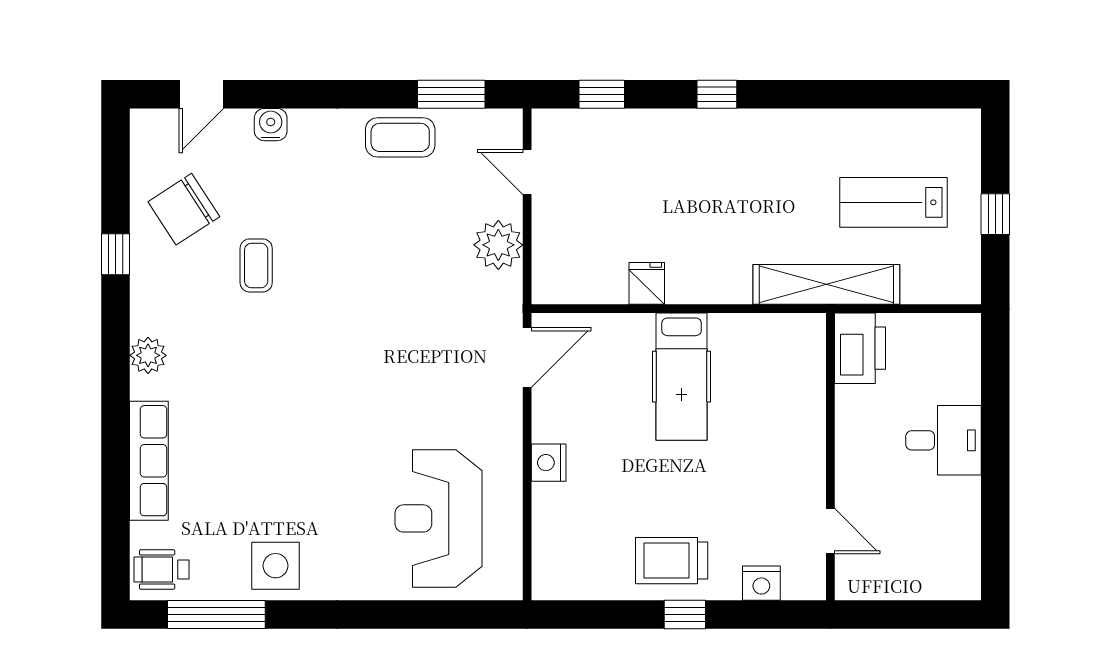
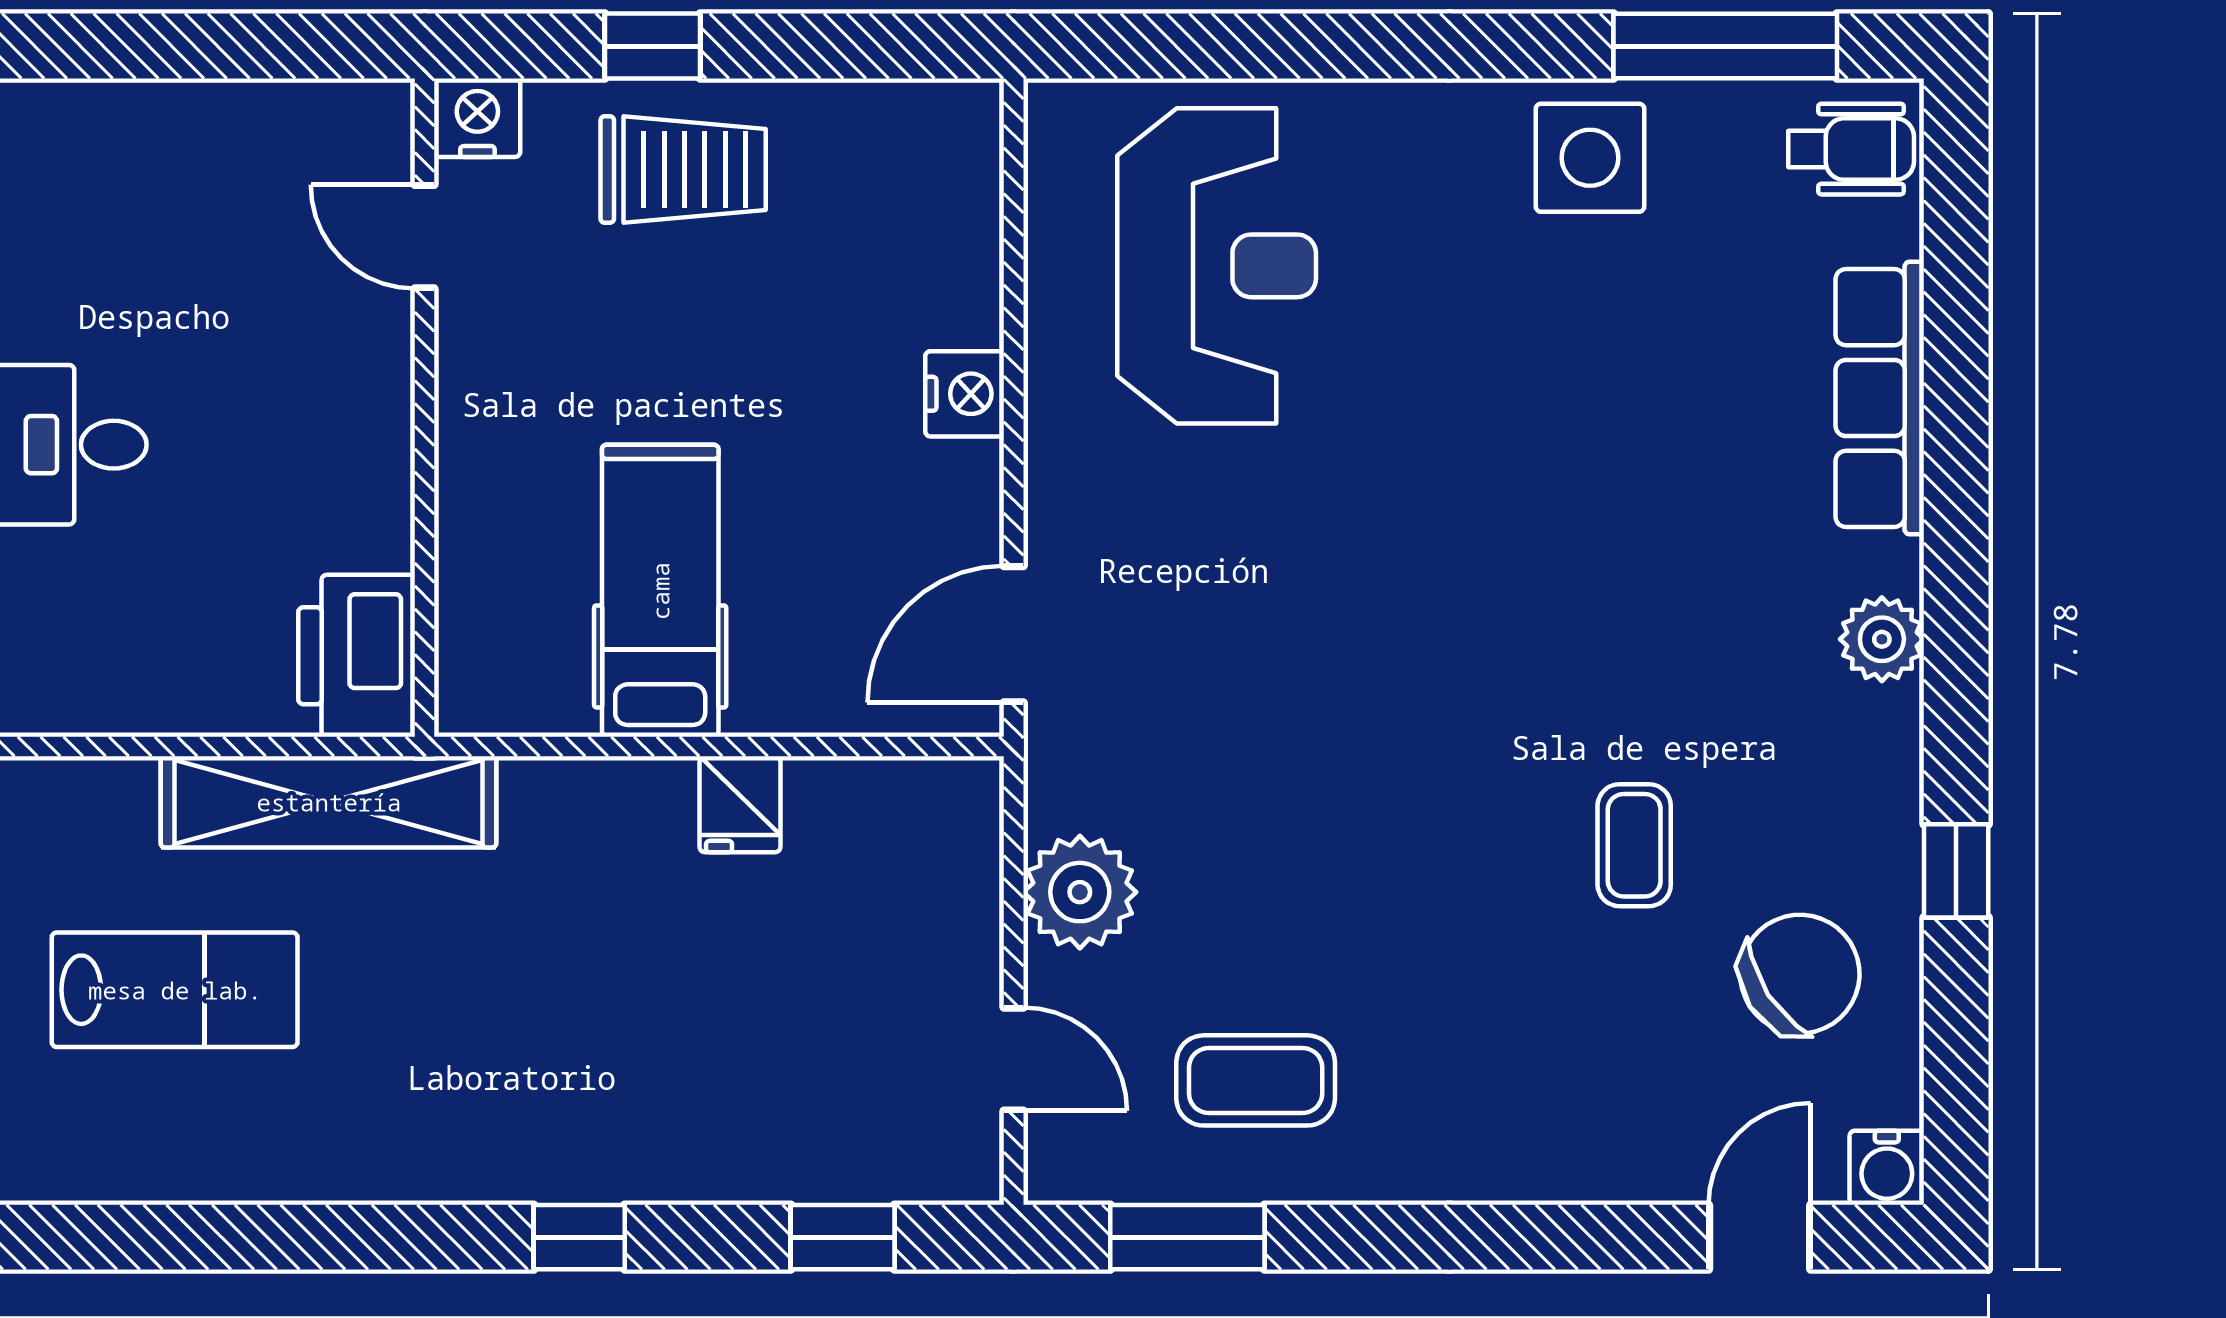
water cooler: (271, 125) -> (1887, 1168), moved
coffee table: (400, 137) -> (1256, 1080), moved
printer: (860, 348) -> (357, 656), moved
wall: (830, 457) -> (425, 408), moved
door: (830, 531) -> (425, 237), moved

